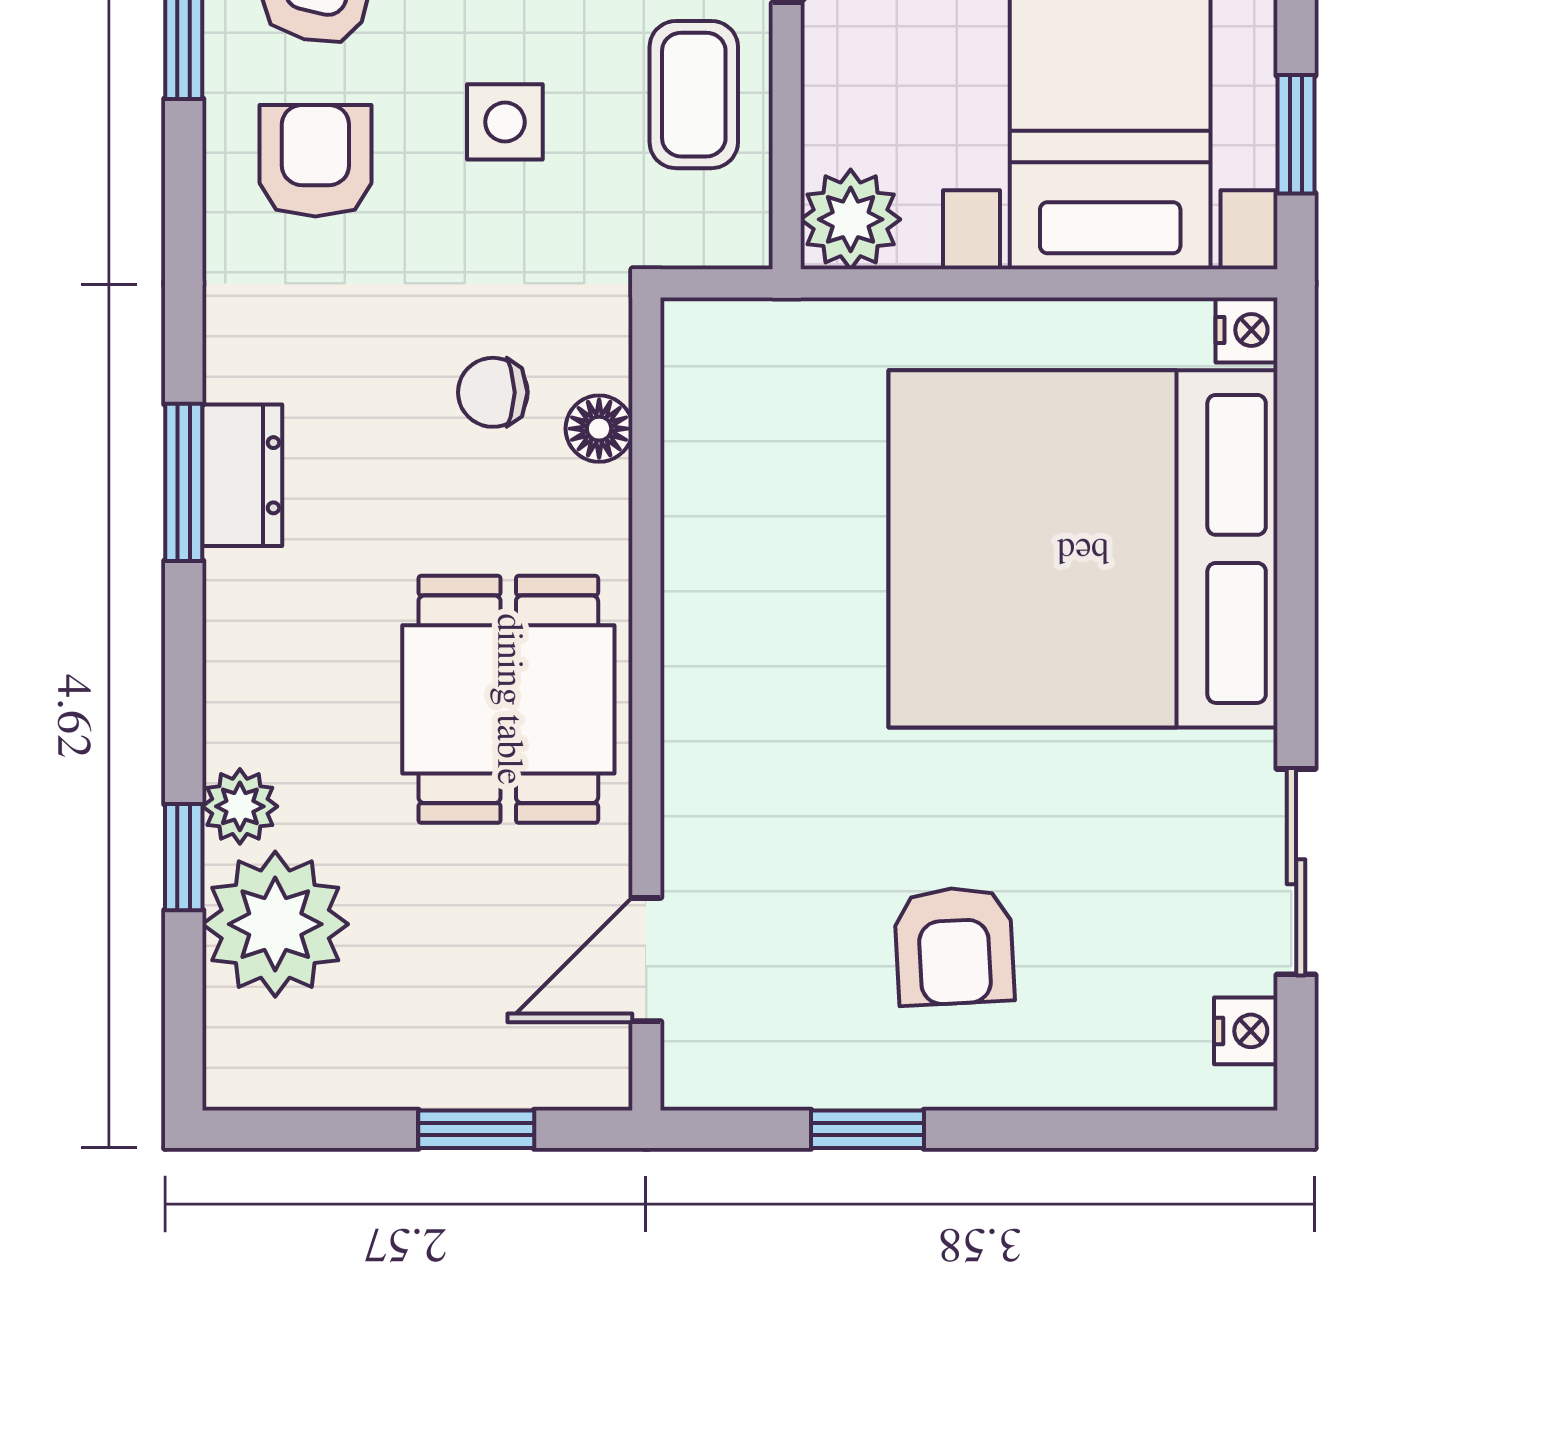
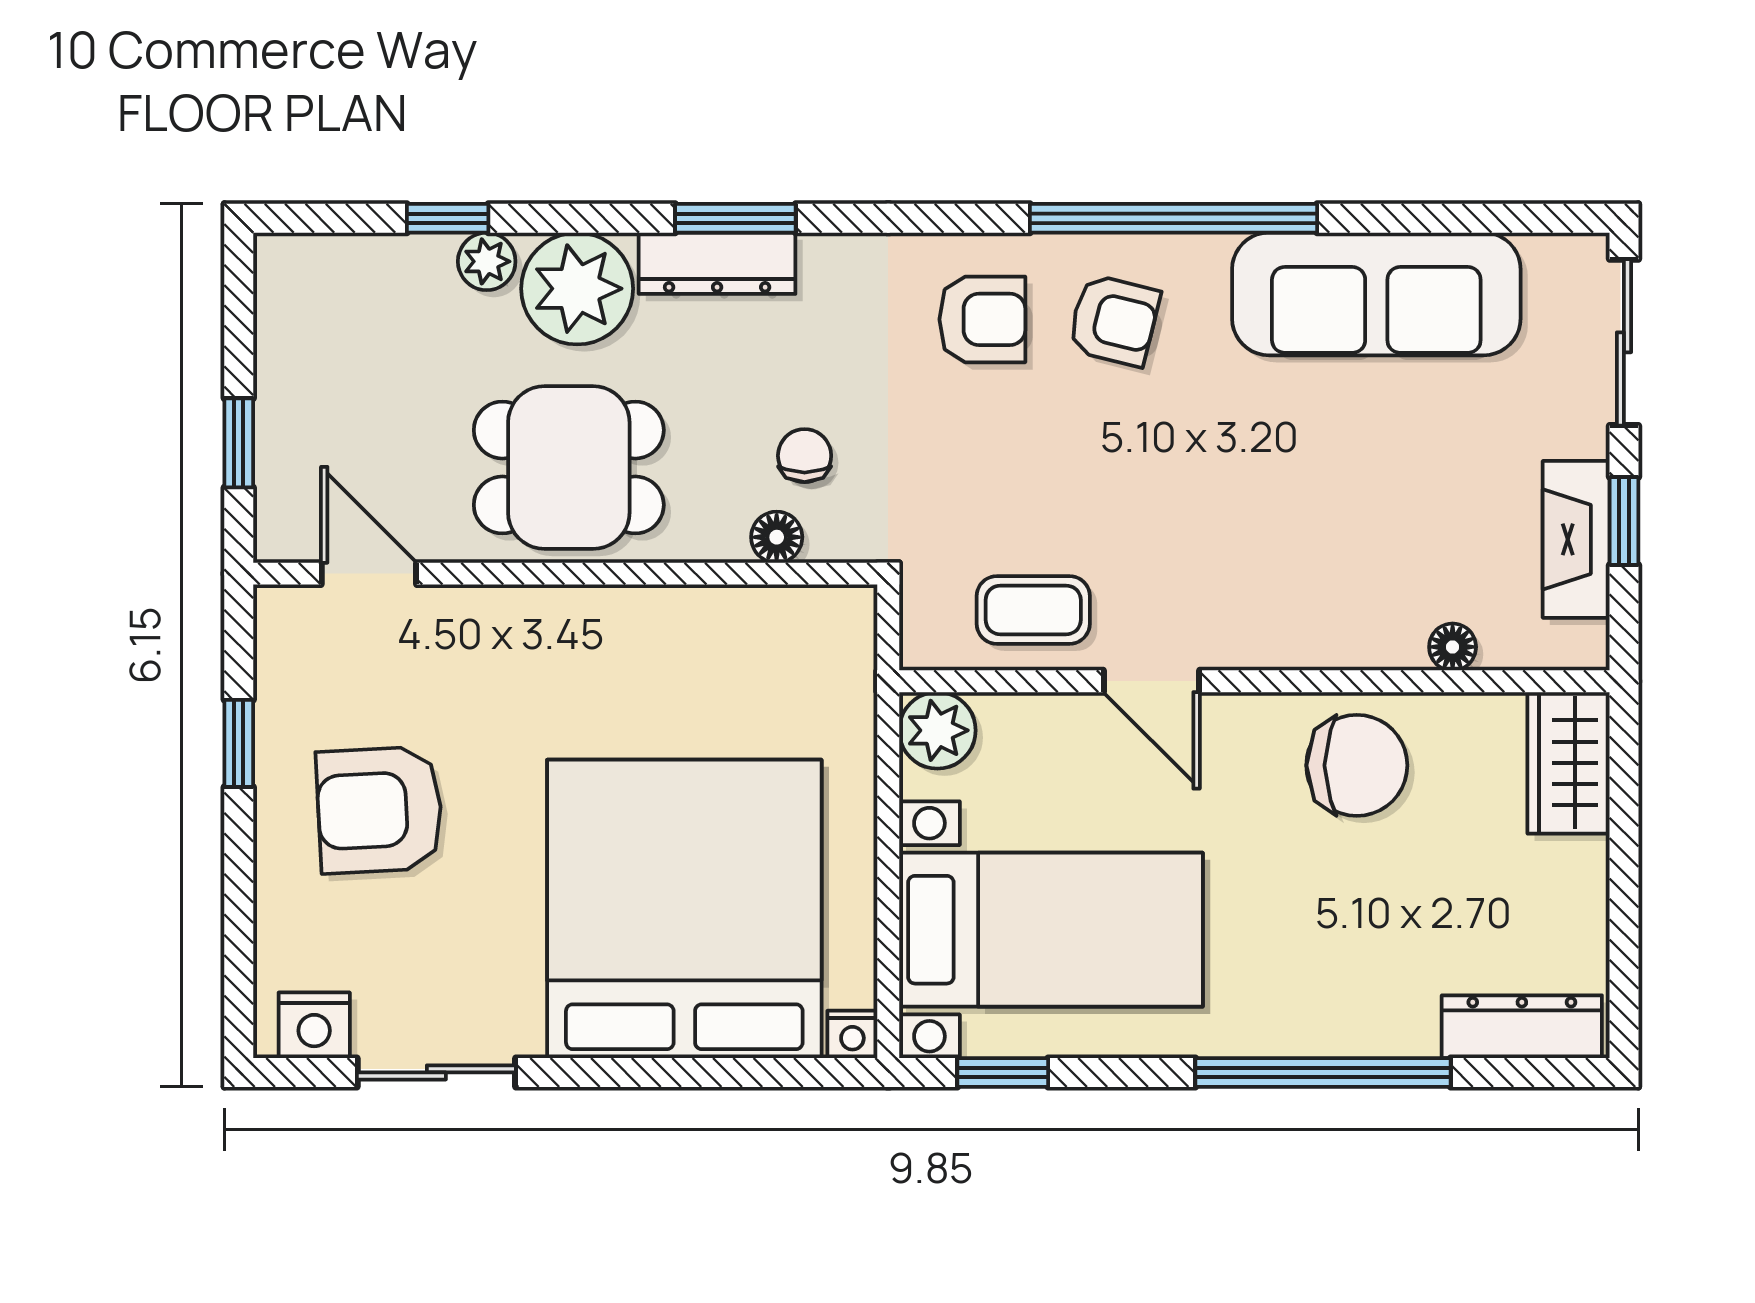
side table: (505, 122) -> (1012, 465), removed
dresser: (242, 475) -> (717, 263), width x1.44
plant: (275, 924) -> (577, 289), moved
armchair: (954, 946) -> (380, 810), width x1.38, depth x1.38
nightstand: (1246, 1031) -> (314, 1025), width x1.39, depth x1.35

